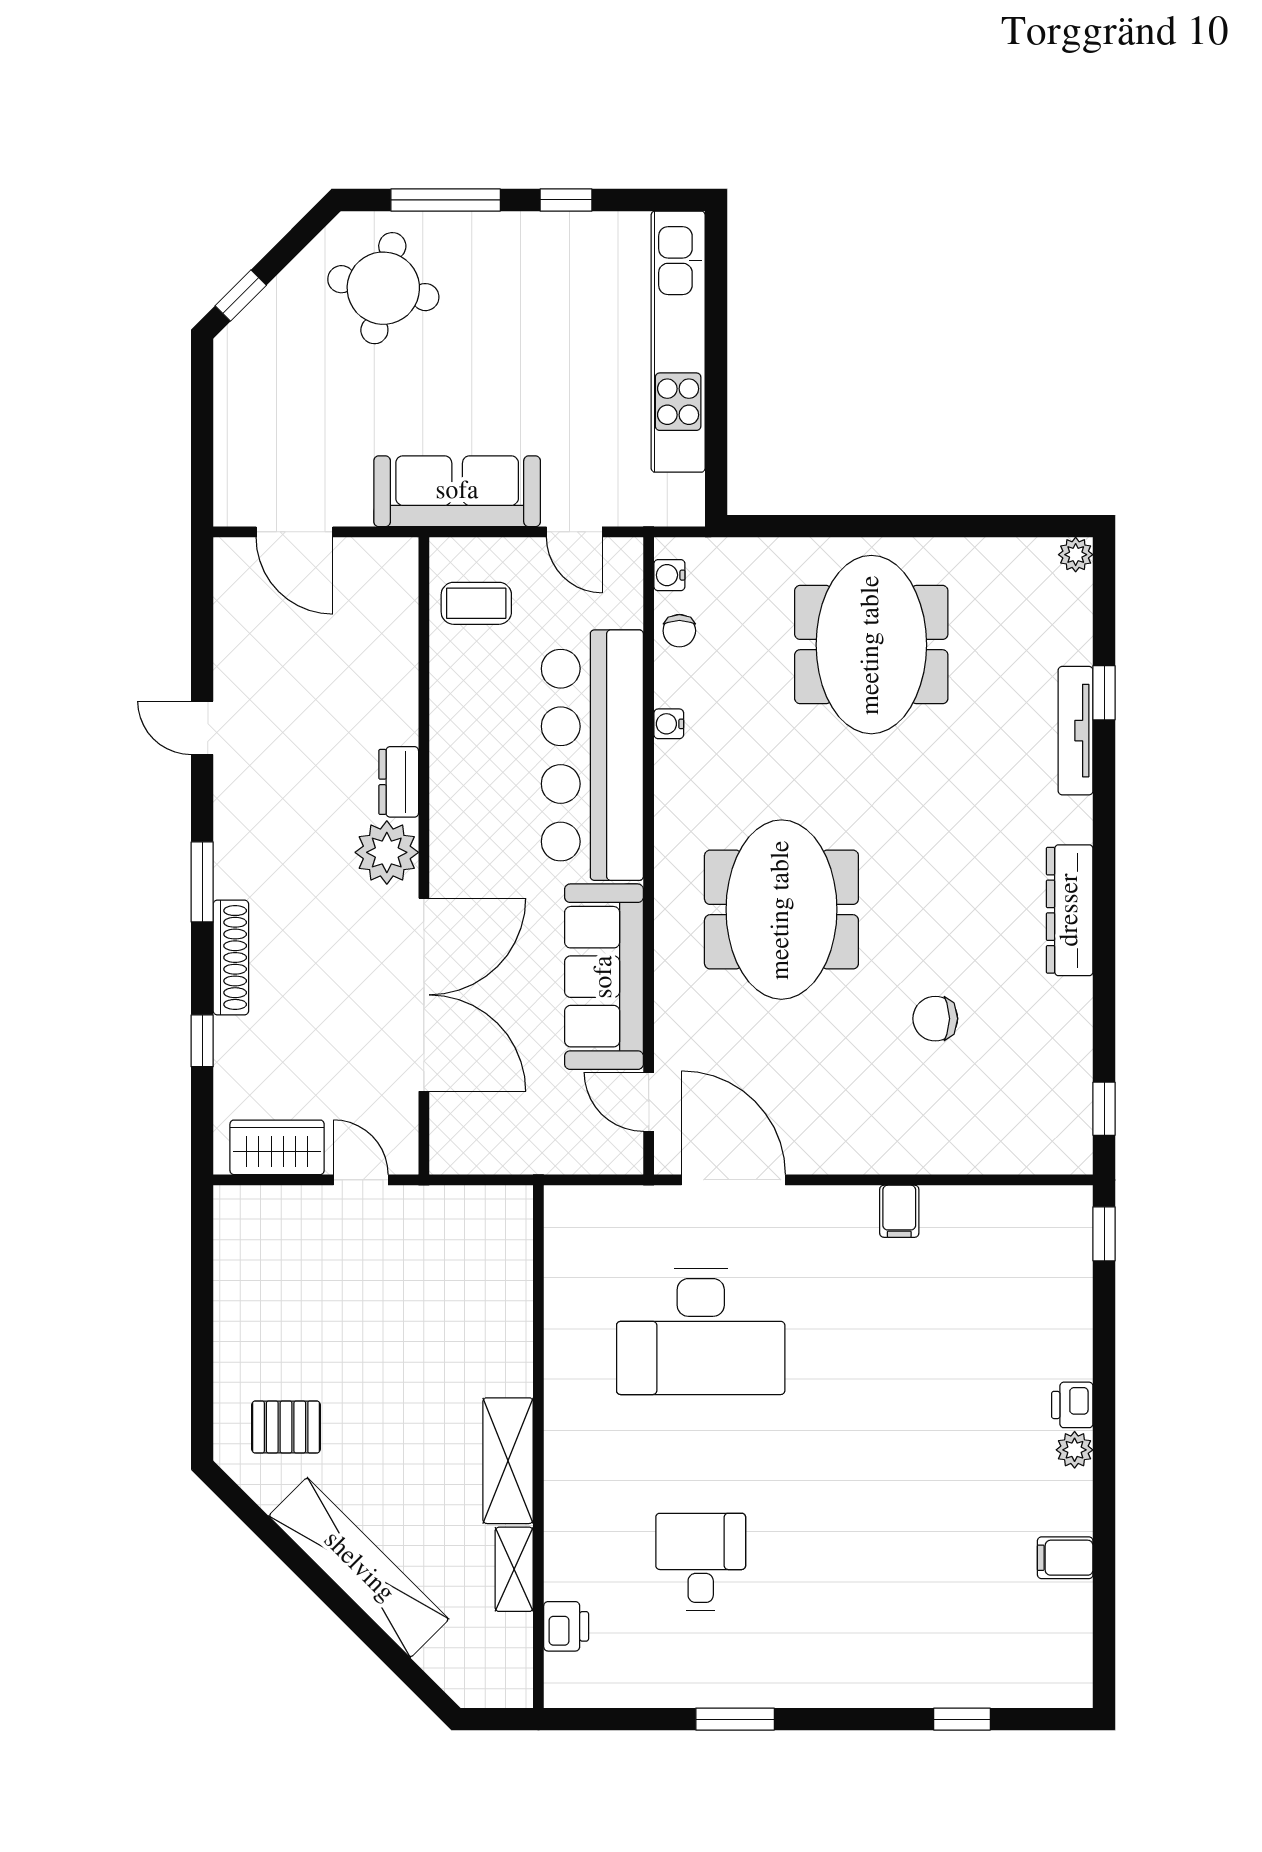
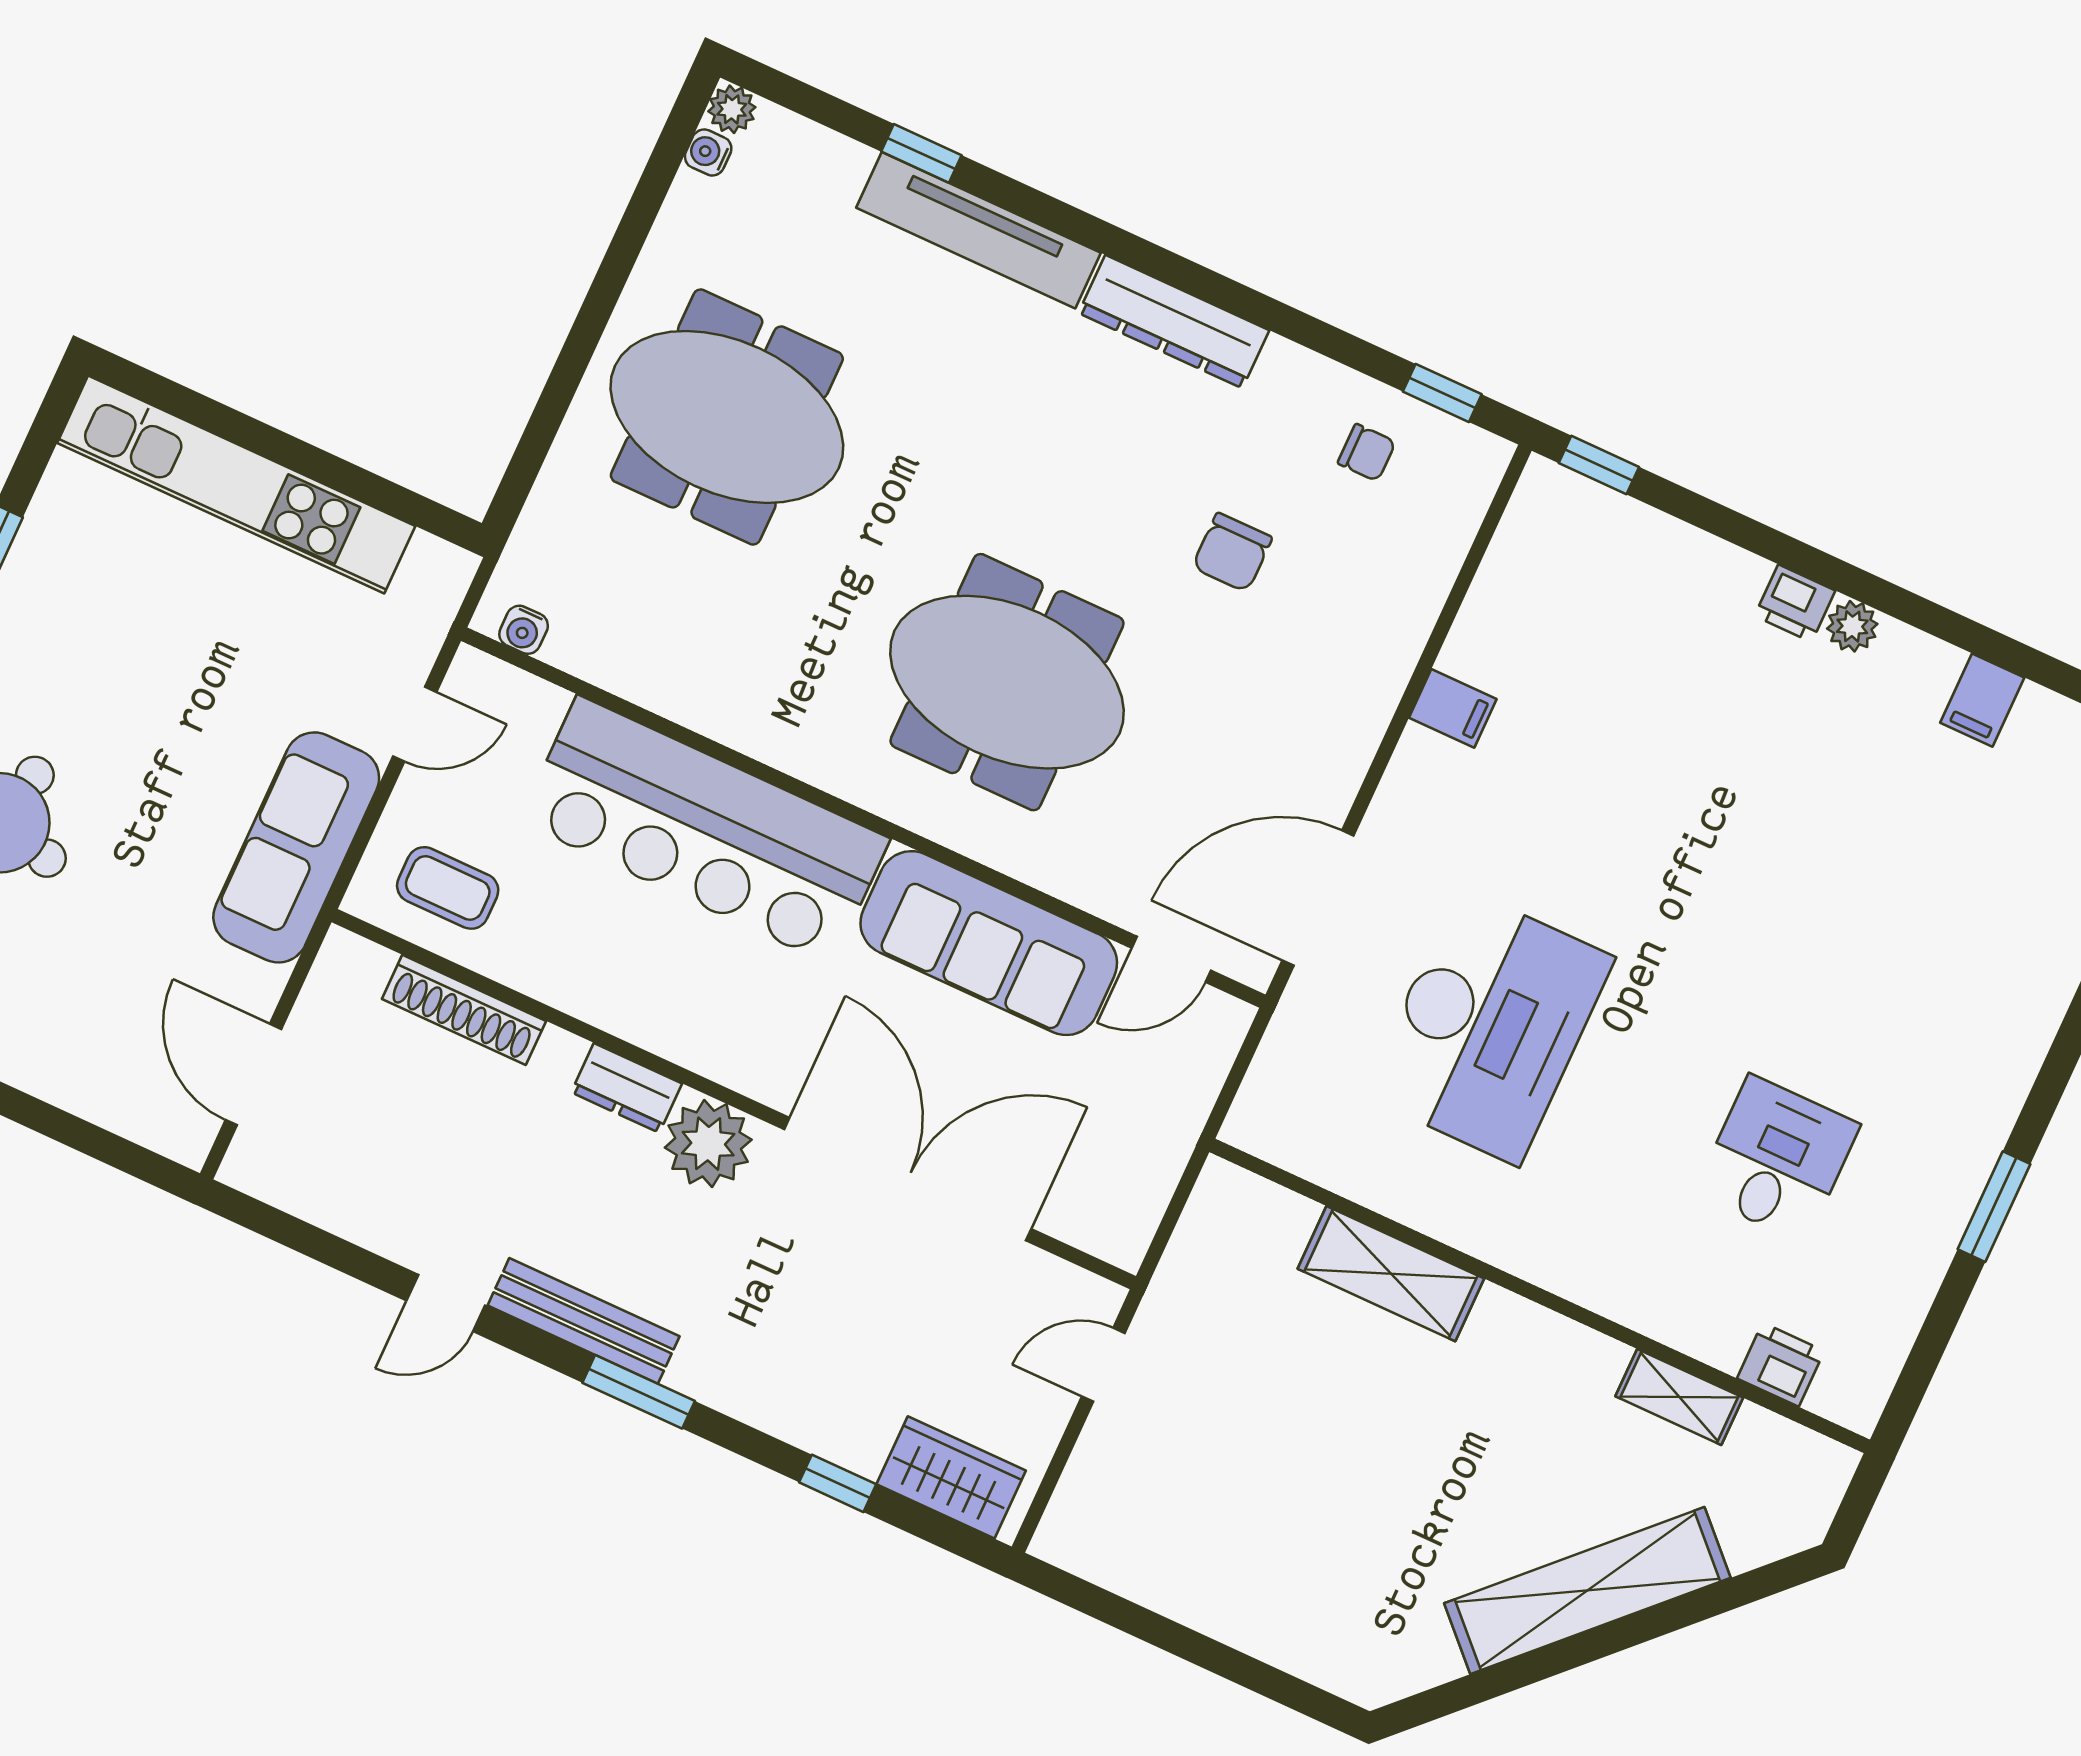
door: (294, 532) -> (253, 1075), swing flipped
coffee table: (476, 603) -> (448, 888), turned 90
chair: (679, 631) -> (1367, 453), moved
water cooler: (669, 724) -> (708, 152), moved, turned 90
tv unit: (1076, 731) -> (978, 230), width x1.36, depth x1.29
bench: (232, 824) -> (584, 1321), added
shoe rack: (231, 957) -> (464, 1010), moved, turned 180
wardrobe: (277, 1147) -> (951, 1477), moved, turned 90
pallet: (286, 1427) -> (1370, 1601), removed
shelving: (508, 1461) -> (1391, 1274), moved
desk: (701, 1562) -> (1777, 1159), turned 90

